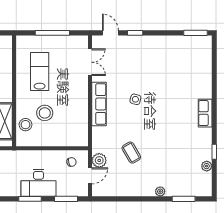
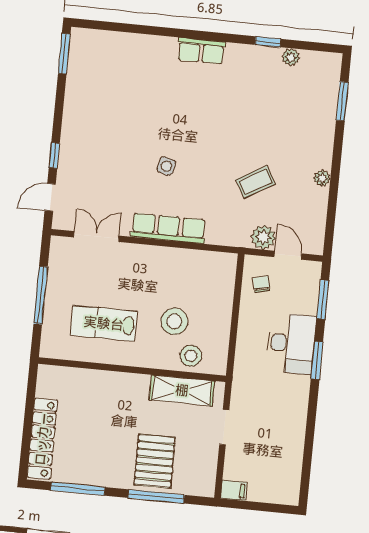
plant: (160, 191) -> (322, 178), moved

